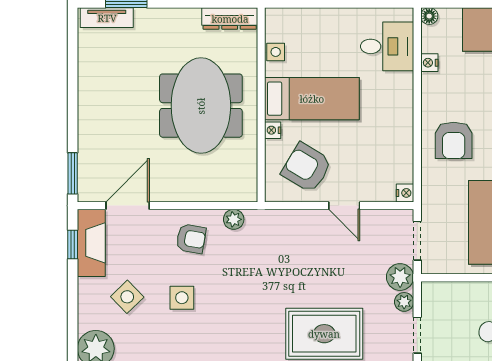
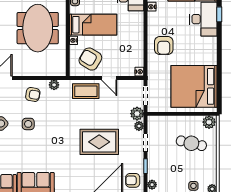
coffee table: (297, 232) -> (86, 91), added

